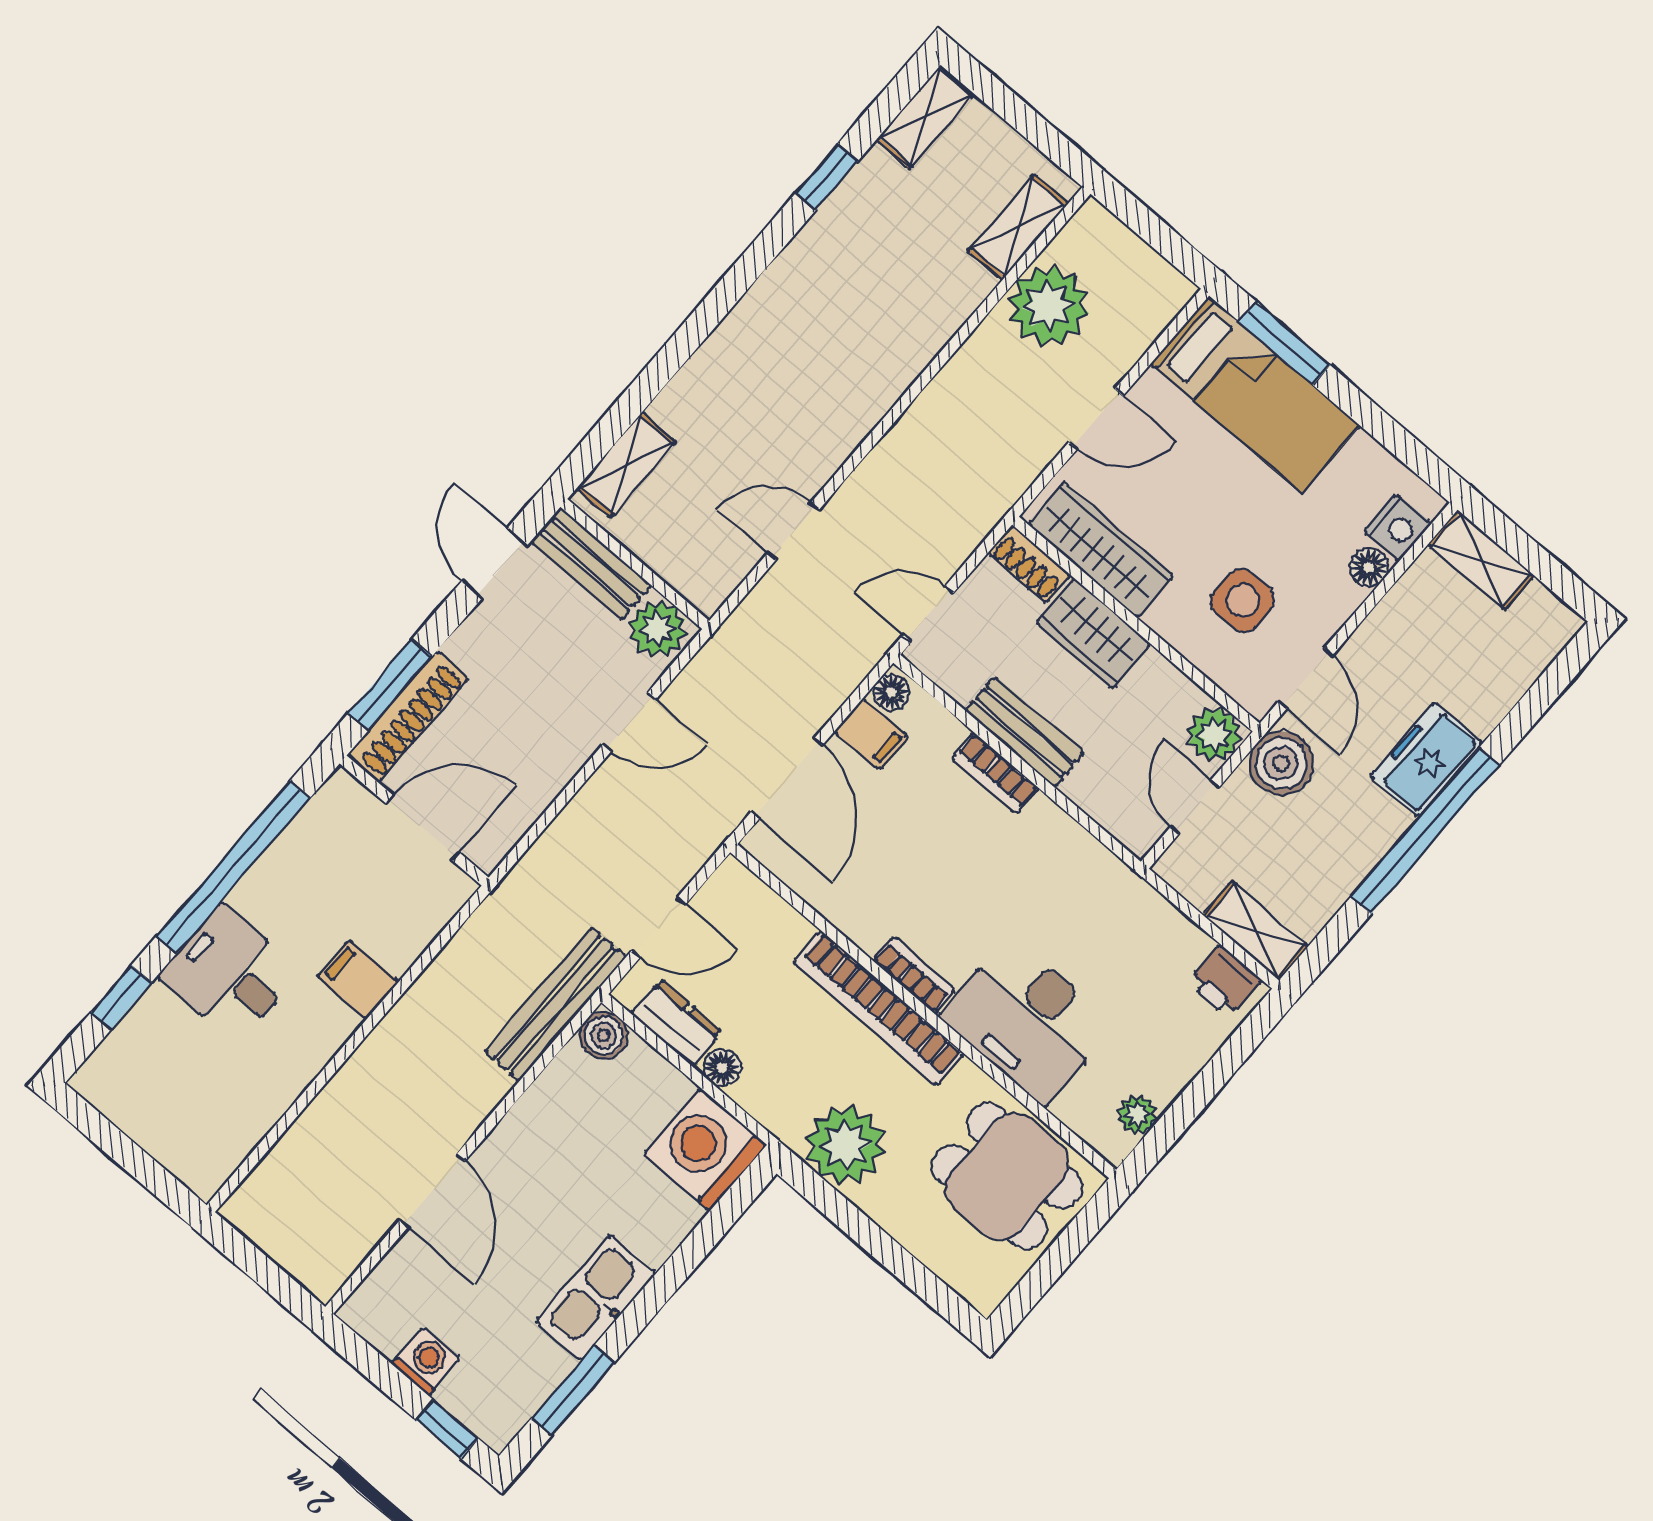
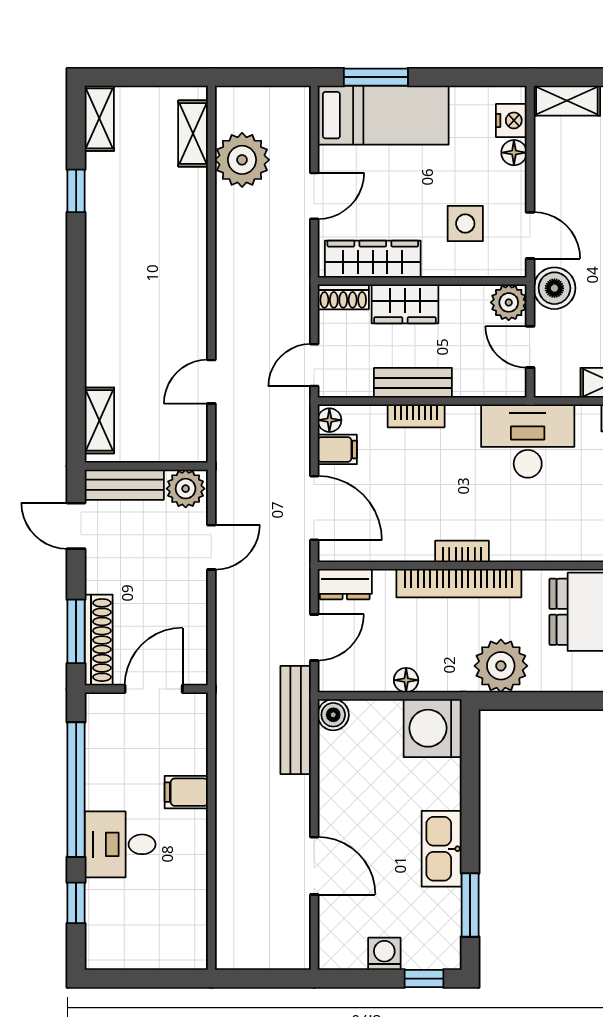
desk: (1027, 1021) -> (528, 441), moved, turned 180
dresser: (677, 1023) -> (345, 584), moved, turned 180

